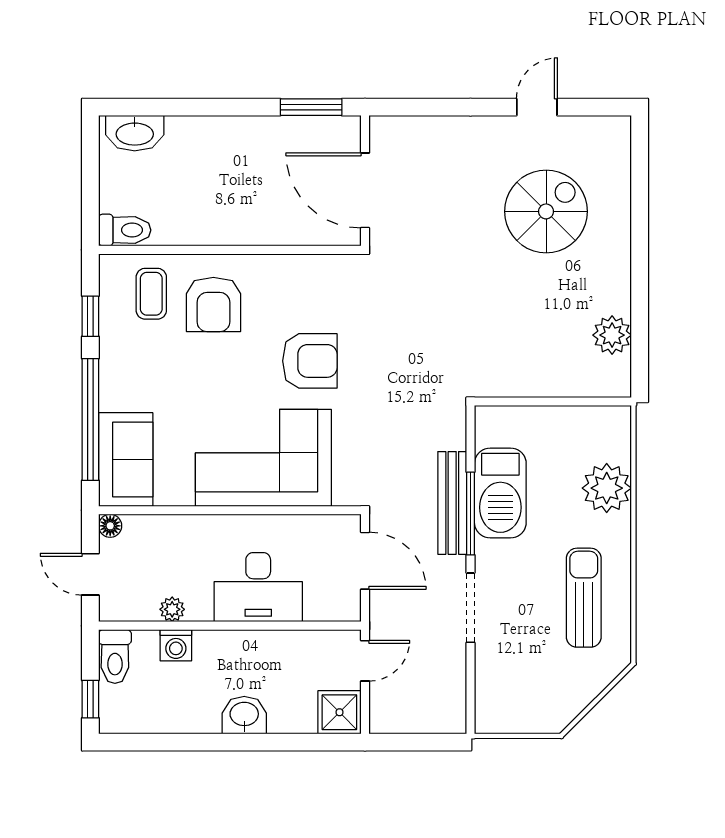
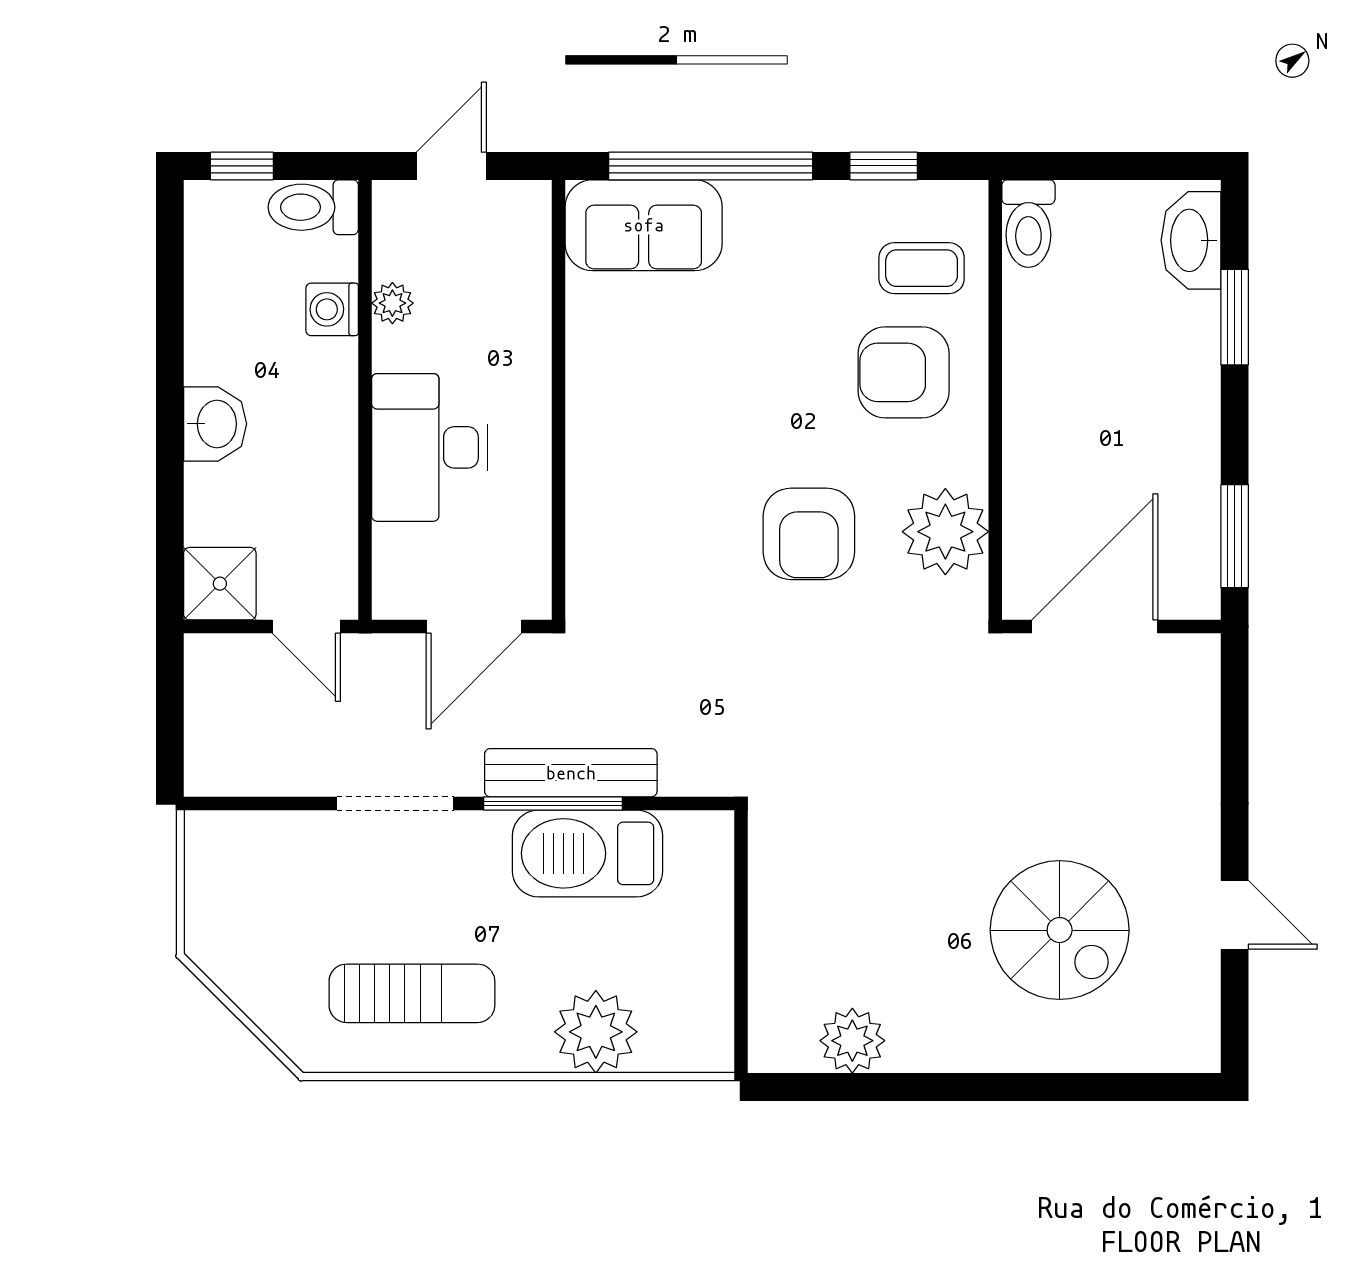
window: (180, 107) -> (1235, 317), added
plant: (308, 280) -> (945, 532), added
corner sofa: (263, 458) -> (646, 456), removed
floor lamp: (110, 526) -> (532, 199), removed

